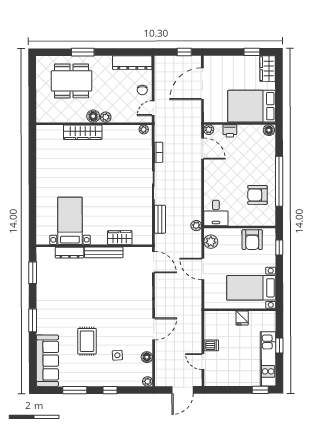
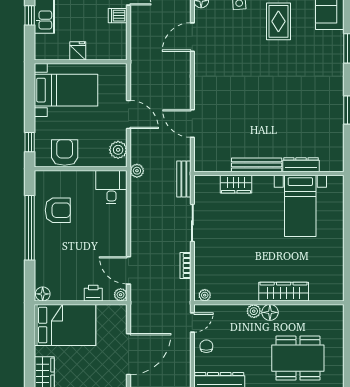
bed with nightstands: (70, 221) -> (300, 206), moved
wardrobe: (120, 238) -> (236, 184), moved
wall: (94, 246) -> (269, 173), moved
bench: (104, 252) -> (257, 165), moved
dresser: (69, 253) -> (301, 165), moved

